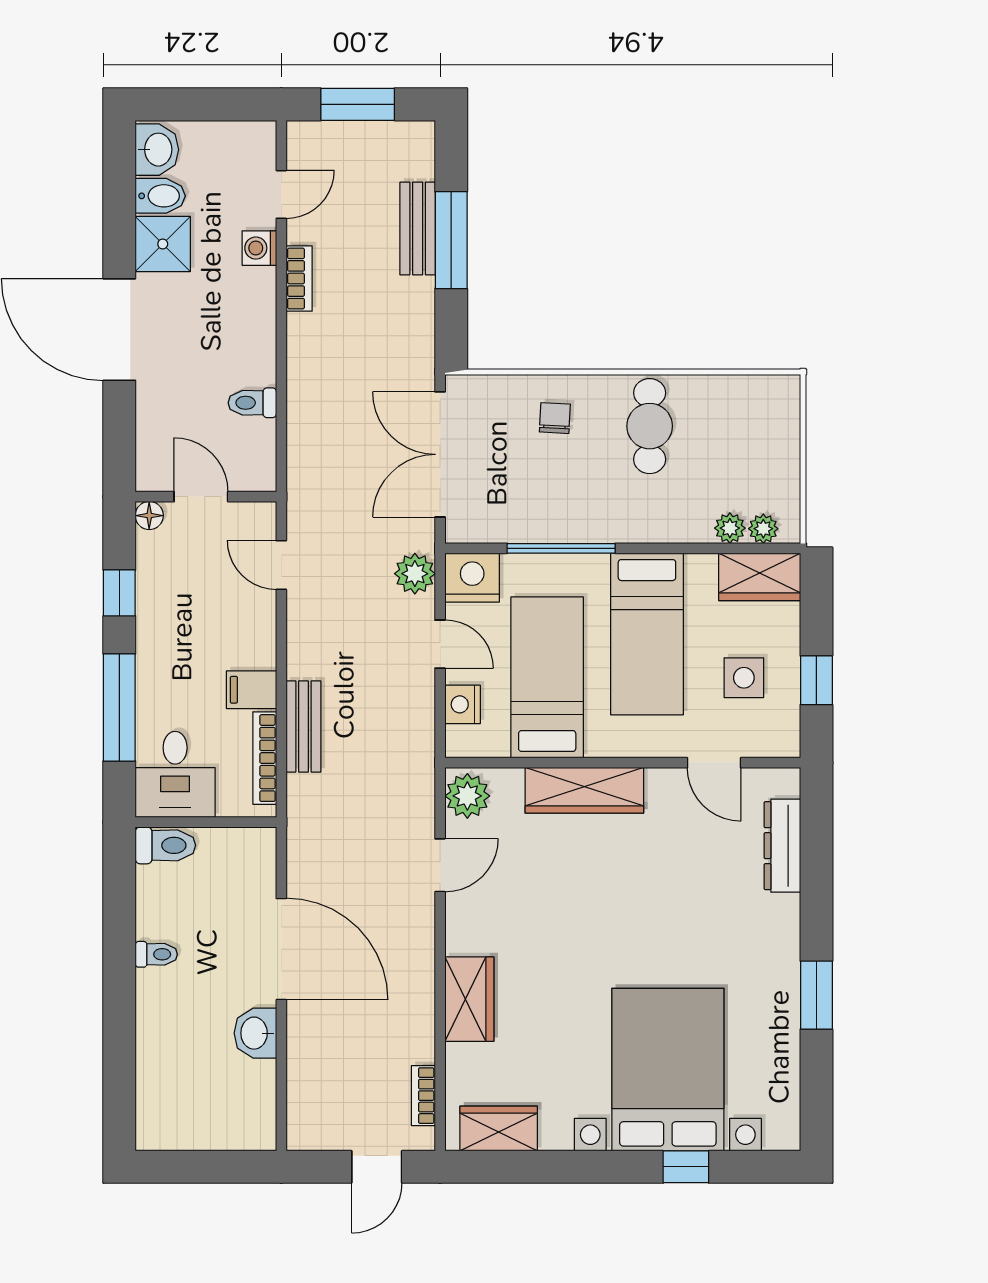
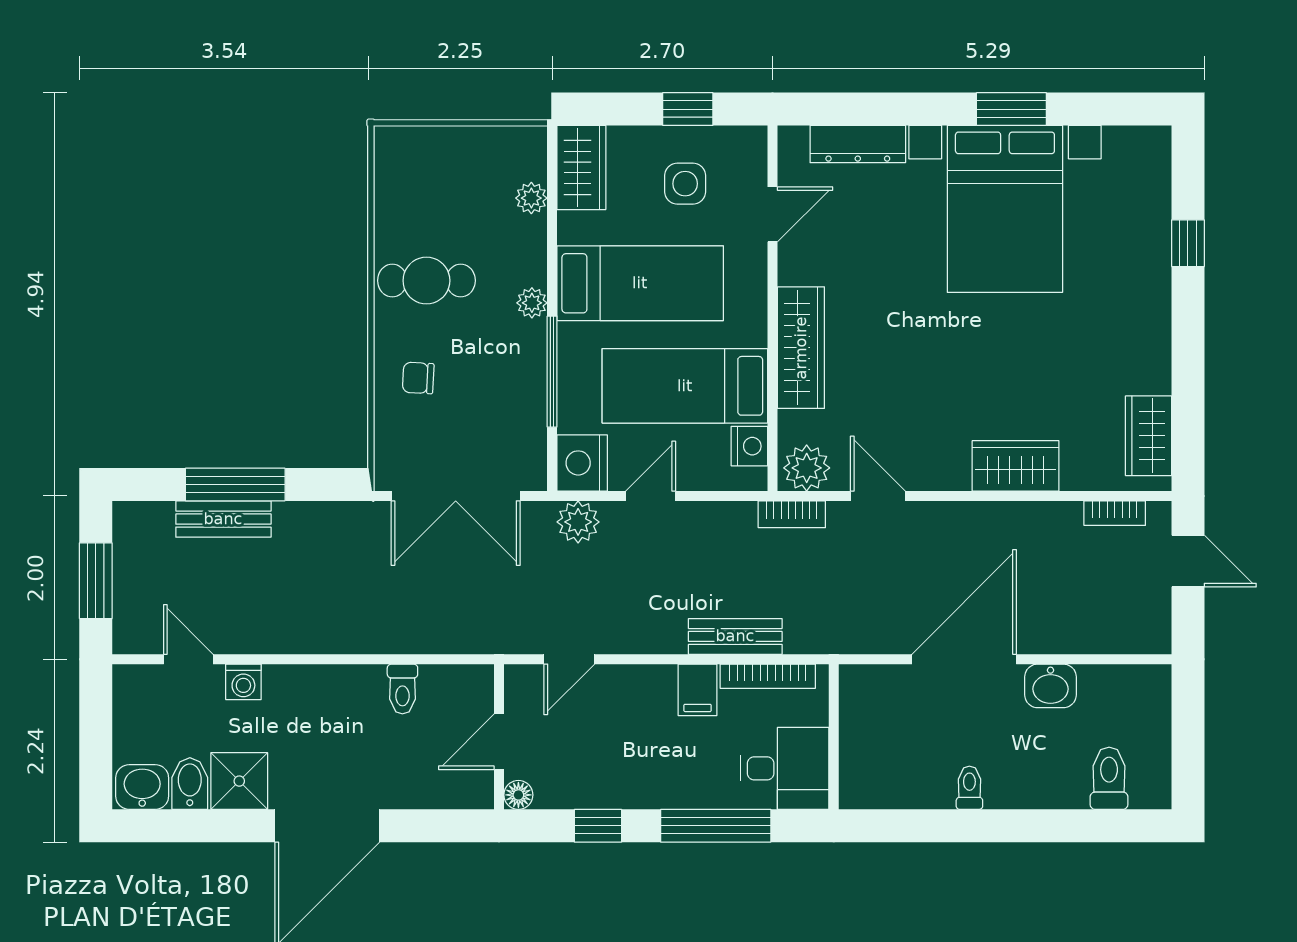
bookcase: (299, 278) -> (792, 514), moved, turned 180
plant: (763, 529) -> (532, 303), moved
nightstand: (463, 704) -> (749, 446), moved, turned -90
toilet: (165, 845) -> (1109, 778), moved
bed with nightstands: (668, 1070) -> (1005, 209), moved, turned -90

